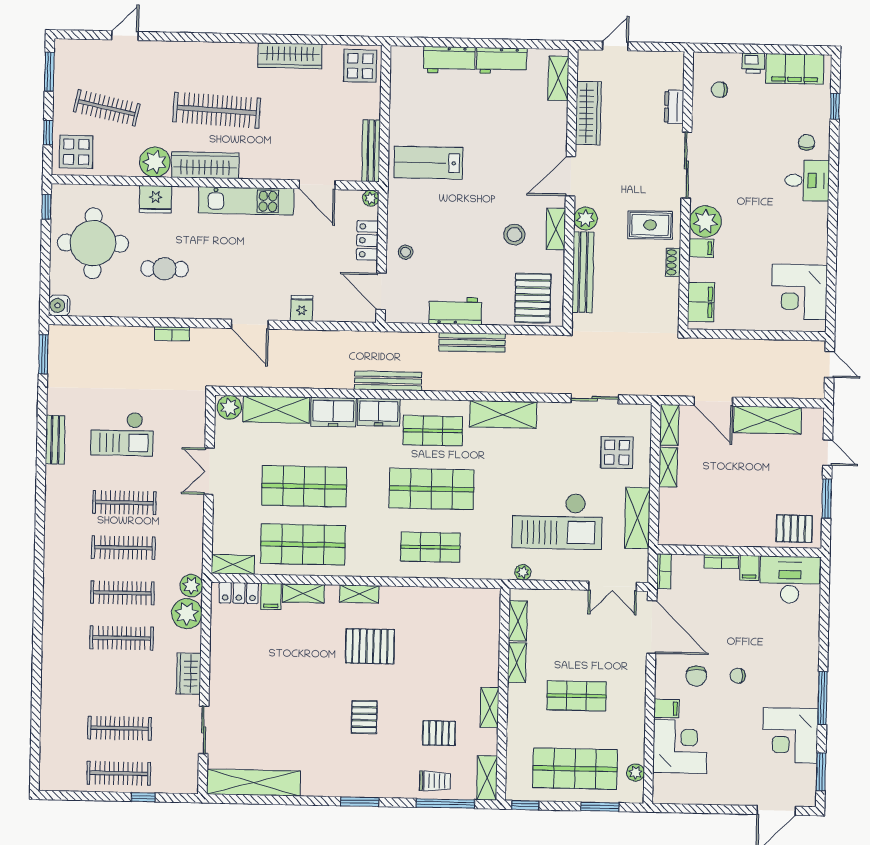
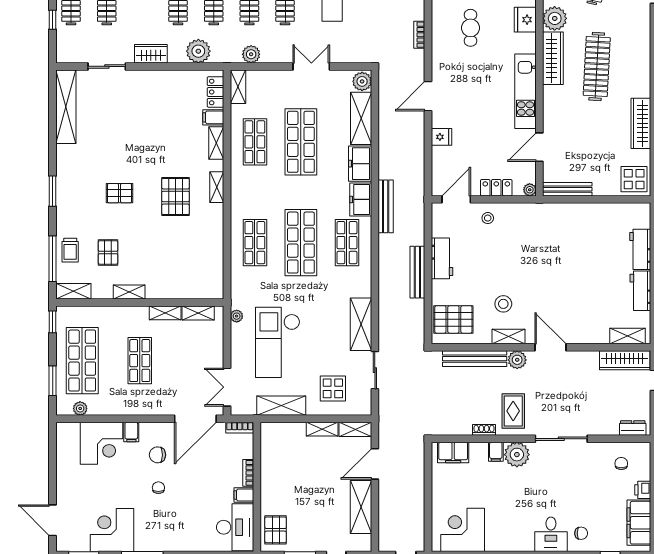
dresser: (674, 107) -> (633, 428), moved
wardrobe: (588, 113) -> (625, 360), moved
lab bench: (428, 163) -> (559, 235), removed
shelving: (503, 414) -> (361, 324), moved
shop shelf: (303, 544) -> (255, 142), width x0.70, depth x0.74
plant: (191, 586) -> (251, 54), moved

